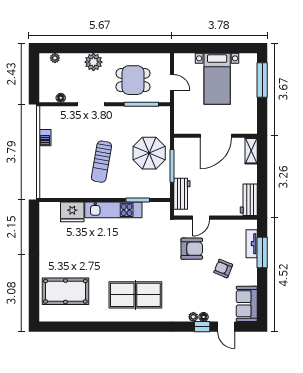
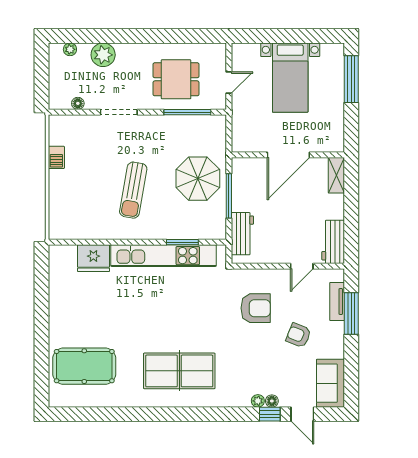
plant: (93, 62) -> (103, 55), moved
door: (172, 82) -> (229, 82), hinge flipped
kitchen unit: (113, 210) -> (164, 256), width x1.36
door: (201, 218) -> (302, 266), moved

